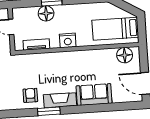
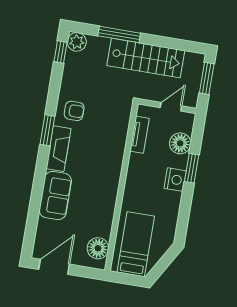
floor lamp: (46, 13) -> (180, 143), moved
nightstand: (68, 40) -> (175, 180), moved, turned 180

